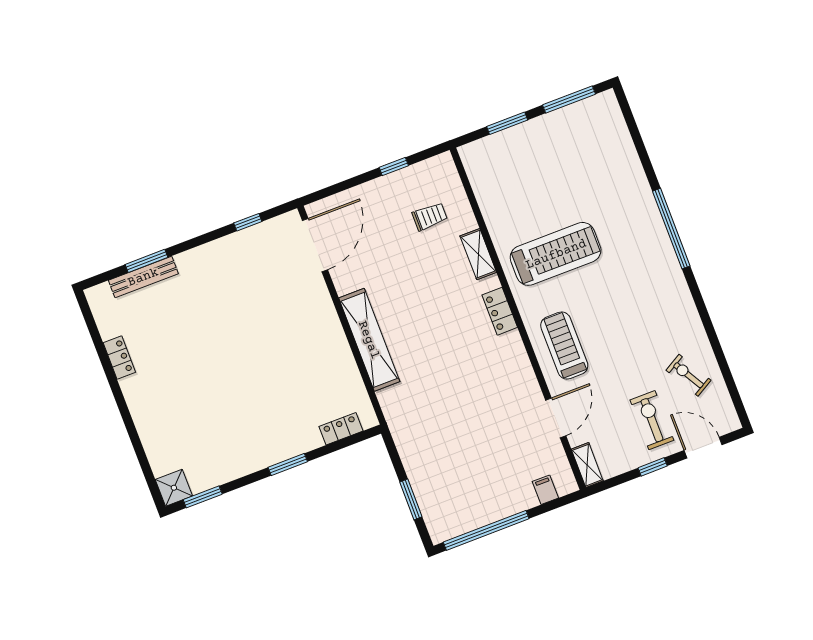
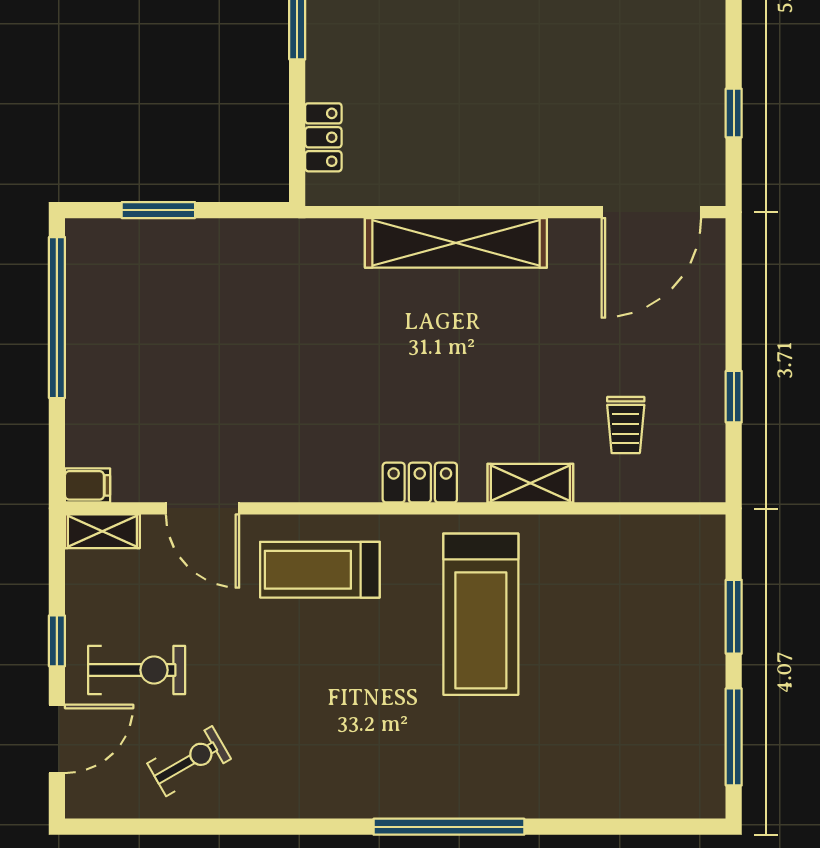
door: (315, 245) -> (651, 212), hinge flipped
treadmill: (564, 346) -> (320, 570), turned 180
filing cabinet: (545, 490) -> (88, 485), moved

